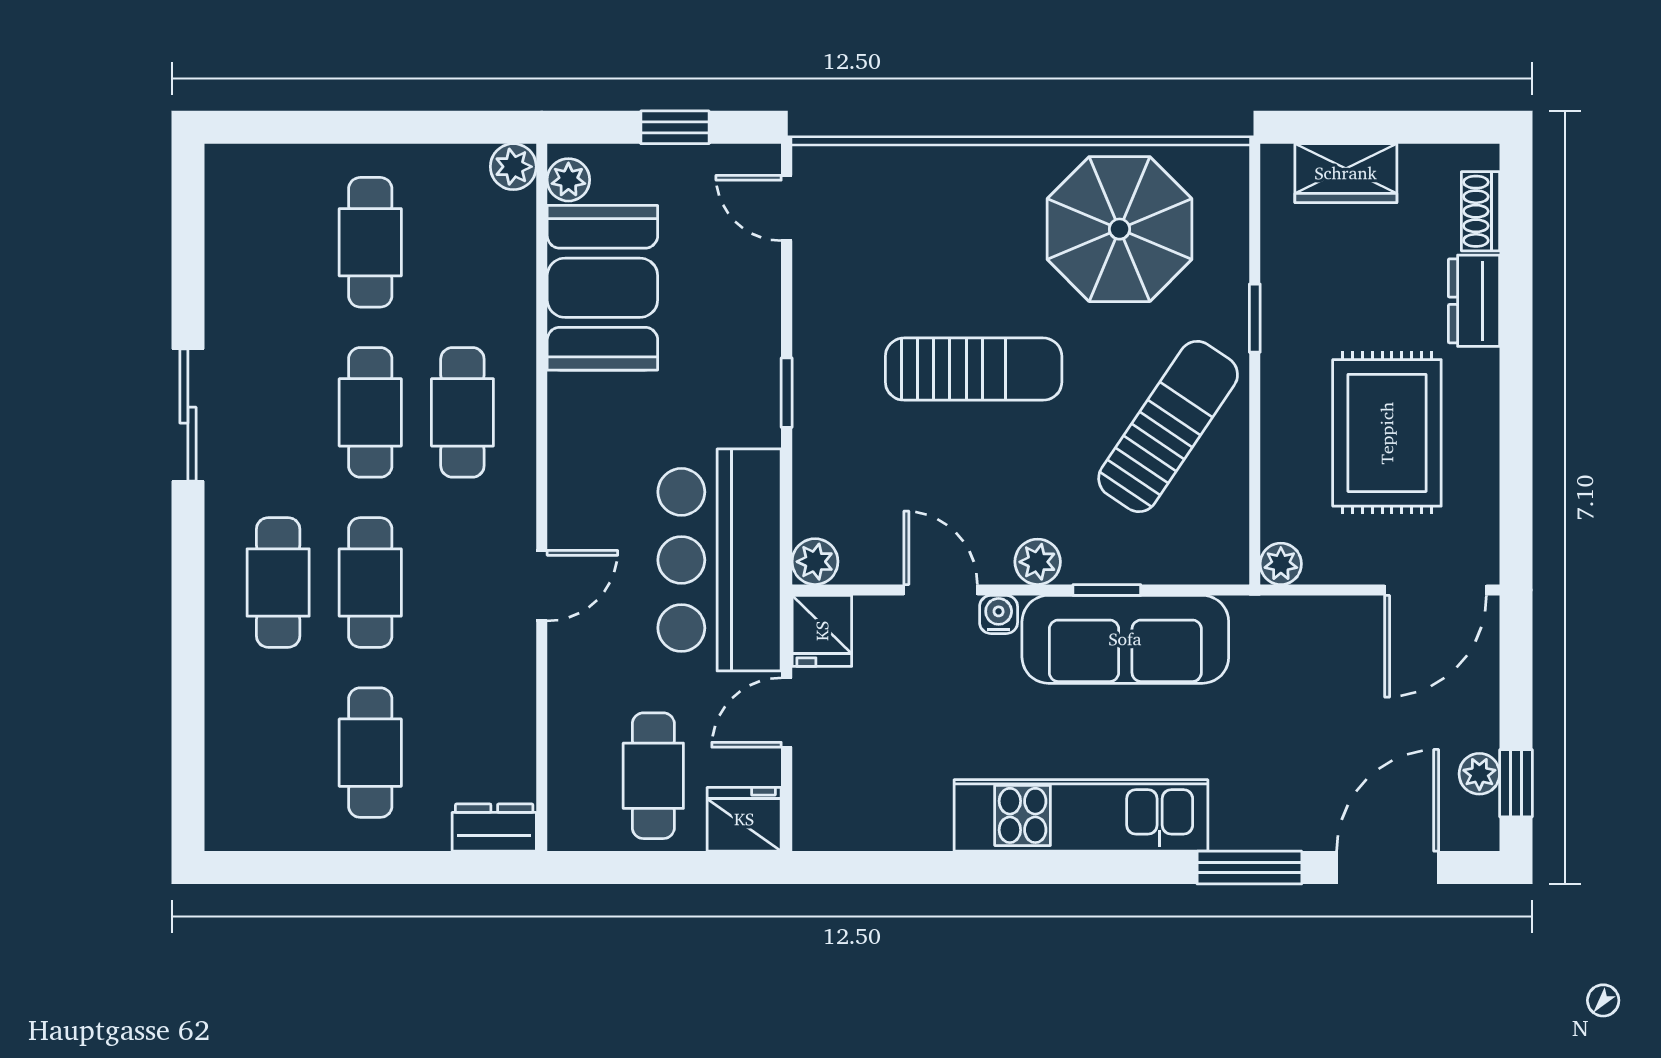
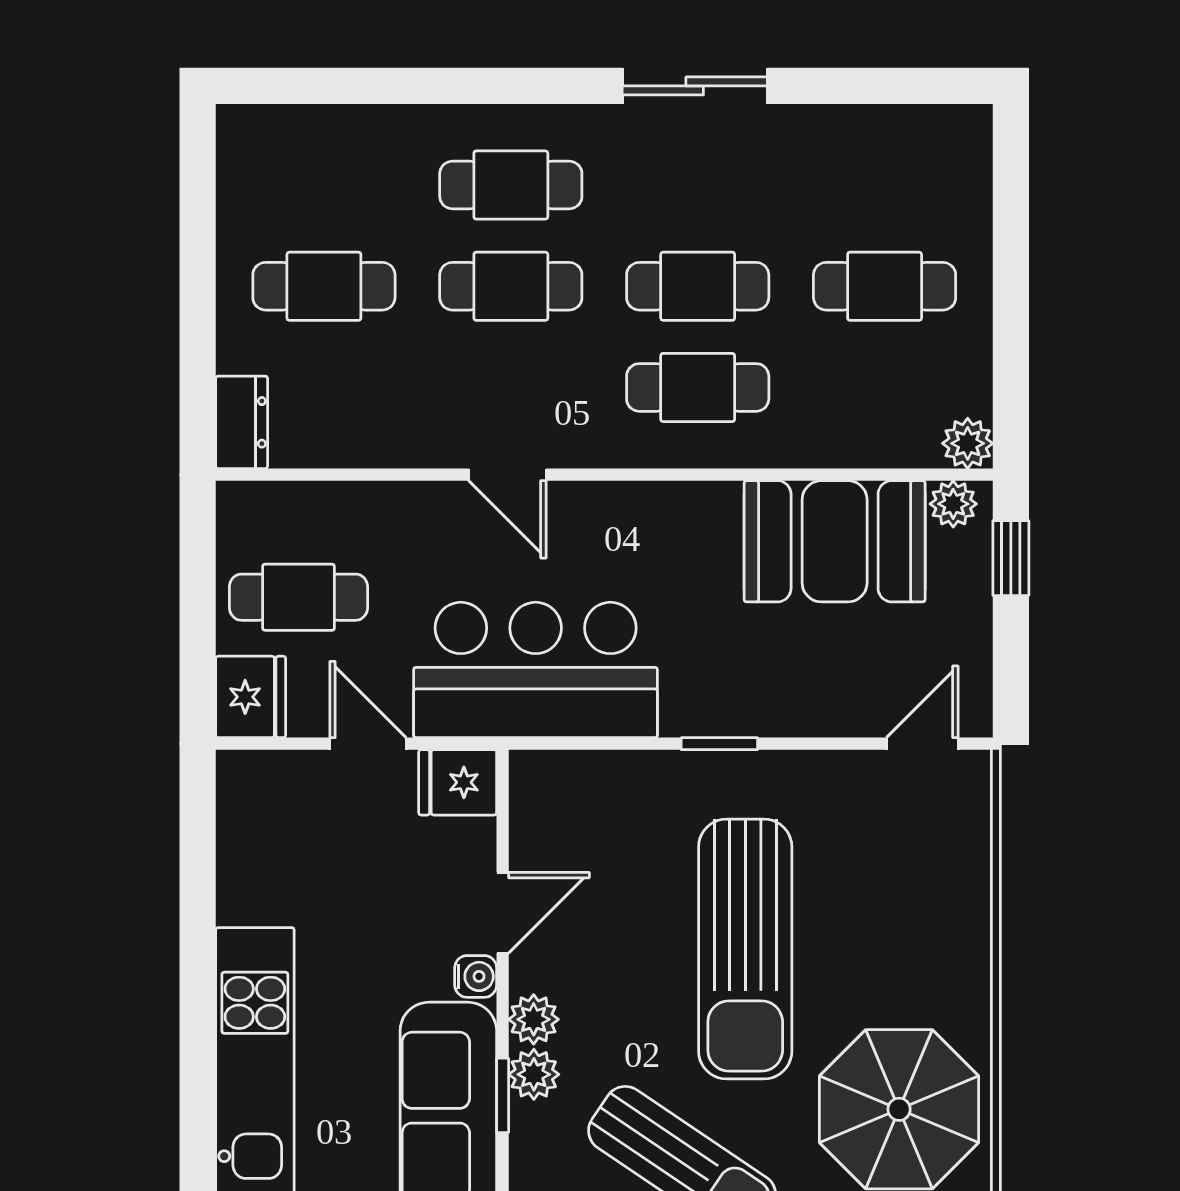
window: (675, 127) -> (1011, 558), moved
sun lounger: (974, 369) -> (745, 949), width x1.36, depth x1.34
plant: (815, 562) -> (534, 1074), moved

